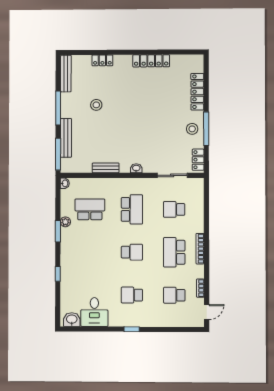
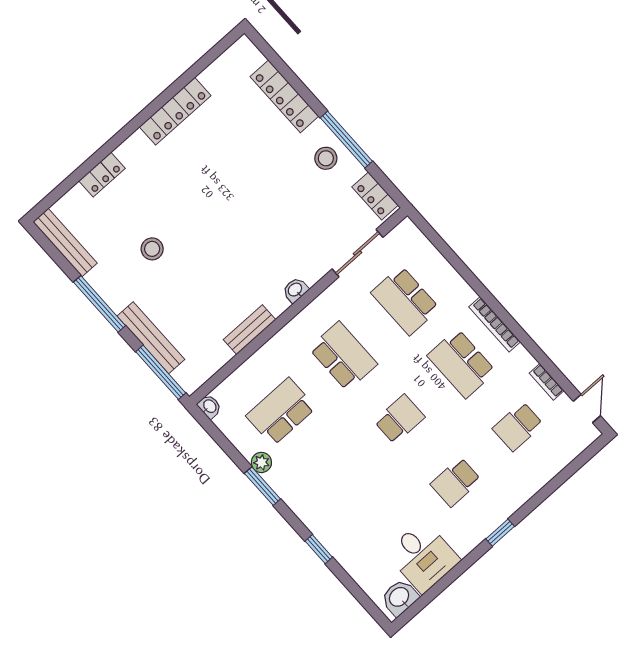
school desk: (174, 209) -> (405, 301), width x1.85

